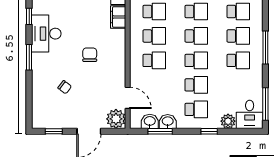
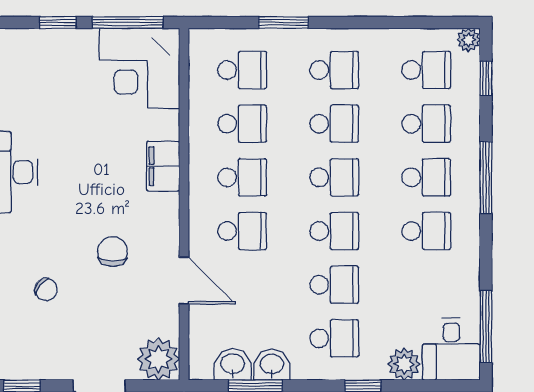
filing cabinet: (118, 17) -> (163, 166), moved
window: (265, 48) -> (486, 178), moved
chair: (90, 55) -> (112, 251), moved
door: (128, 98) -> (184, 281), moved

